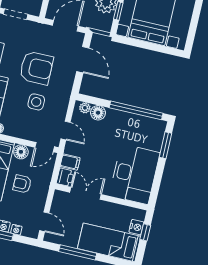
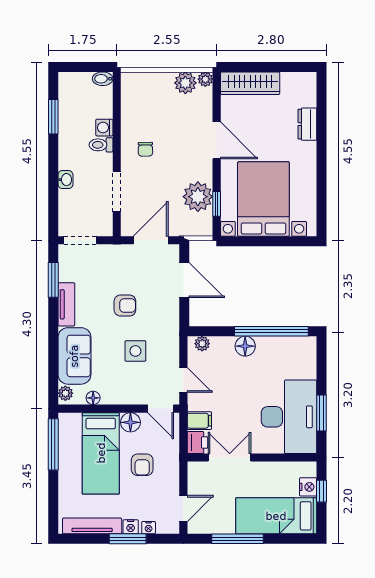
armchair: (36, 68) -> (125, 306), width x0.53, depth x0.53
floor lamp: (98, 113) -> (245, 346), moved
window: (166, 145) -> (321, 413), moved
door: (45, 147) -> (161, 409), hinge flipped
armchair: (22, 184) -> (142, 465), turned -90
door: (44, 222) -> (183, 508), hinge flipped

